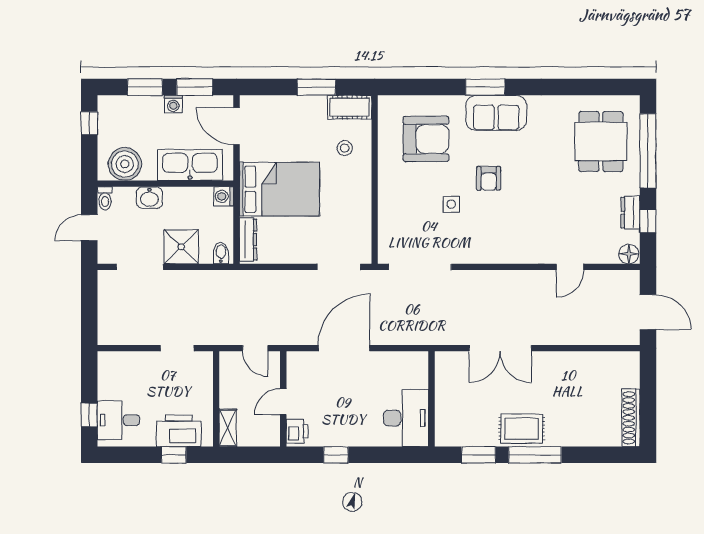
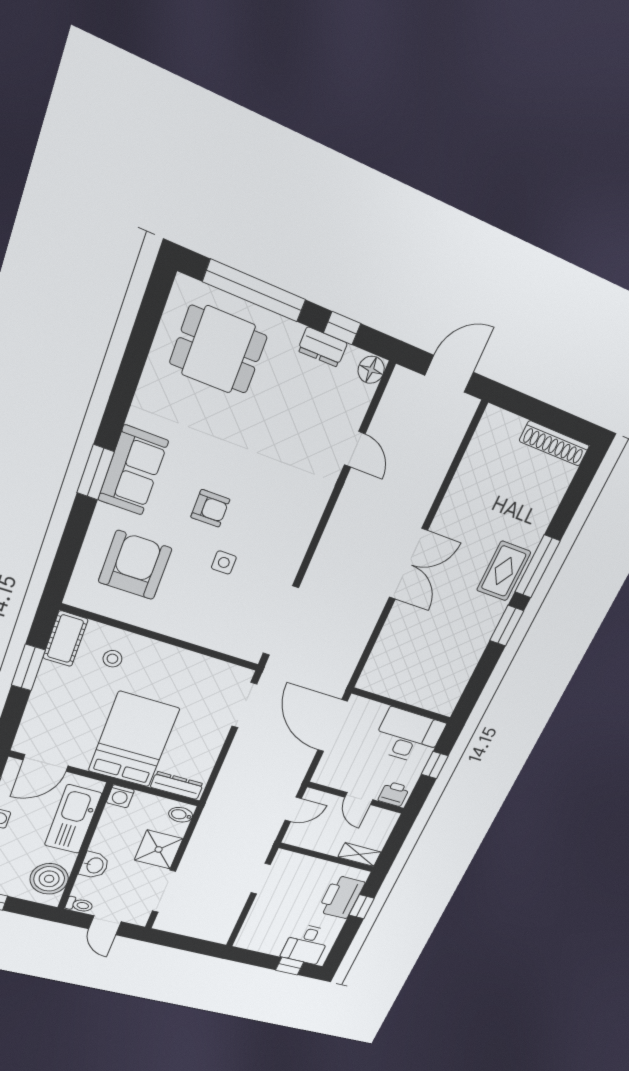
wall: (432, 399) -> (401, 706), moved
desk: (406, 418) -> (408, 736), moved

